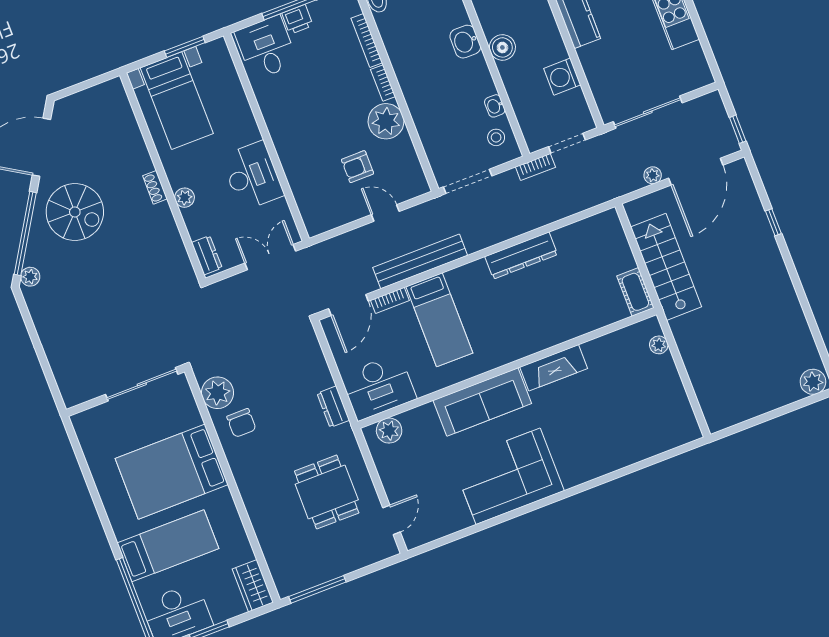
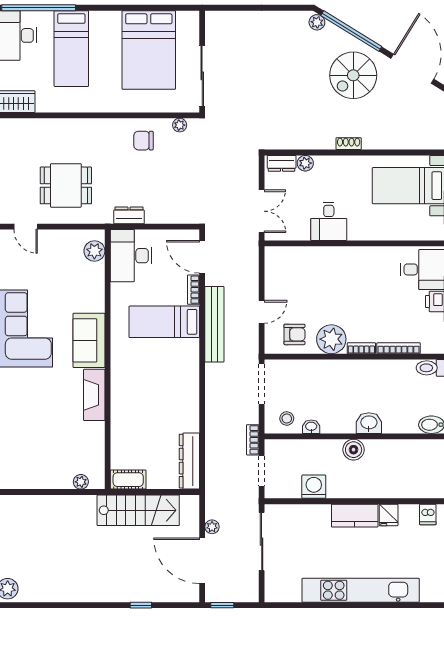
armchair: (357, 167) -> (294, 334), moved, turned 90
desk: (252, 176) -> (329, 221), width x0.73
plant: (185, 198) -> (305, 163), moved
dresser: (521, 255) -> (189, 461), moved
plant: (217, 393) -> (180, 125), width x0.53, depth x0.53
sofa: (482, 402) -> (89, 340), width x0.73
bed: (172, 472) -> (149, 50), moved, turned 180

